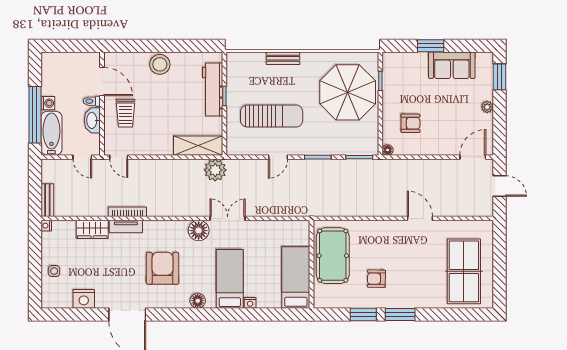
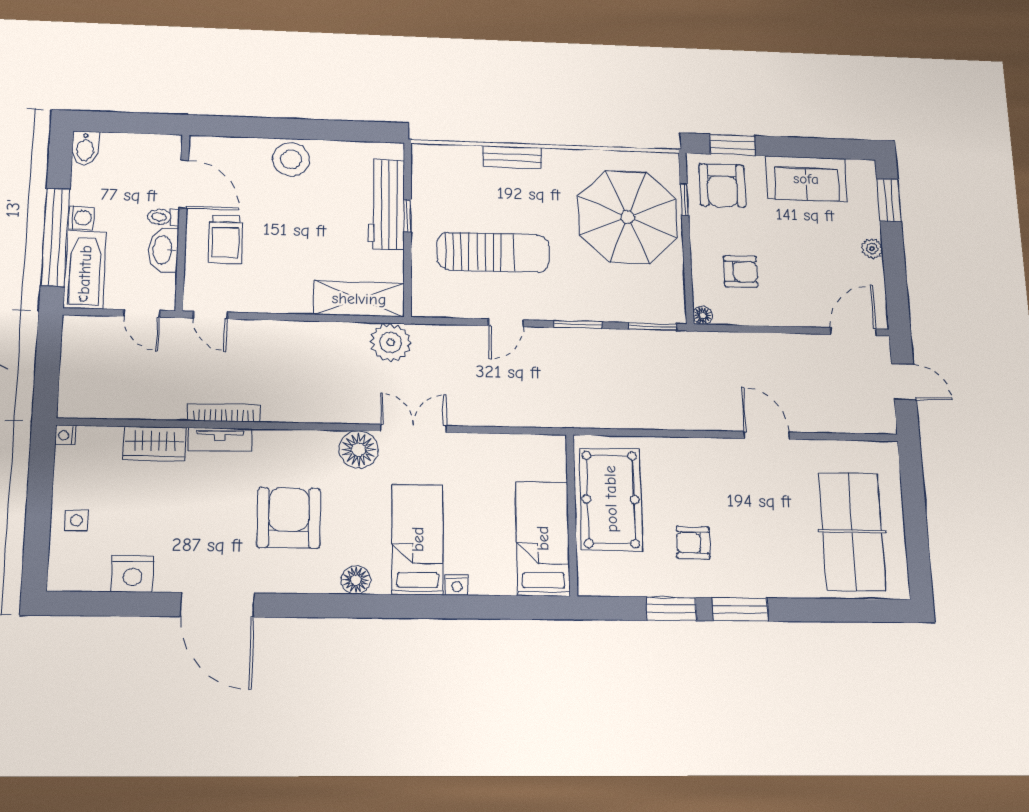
window: (431, 46) -> (732, 145), moved
bidet: (48, 62) -> (85, 148), added
armchair: (403, 71) -> (722, 185), added
bench: (47, 200) -> (70, 389), removed

